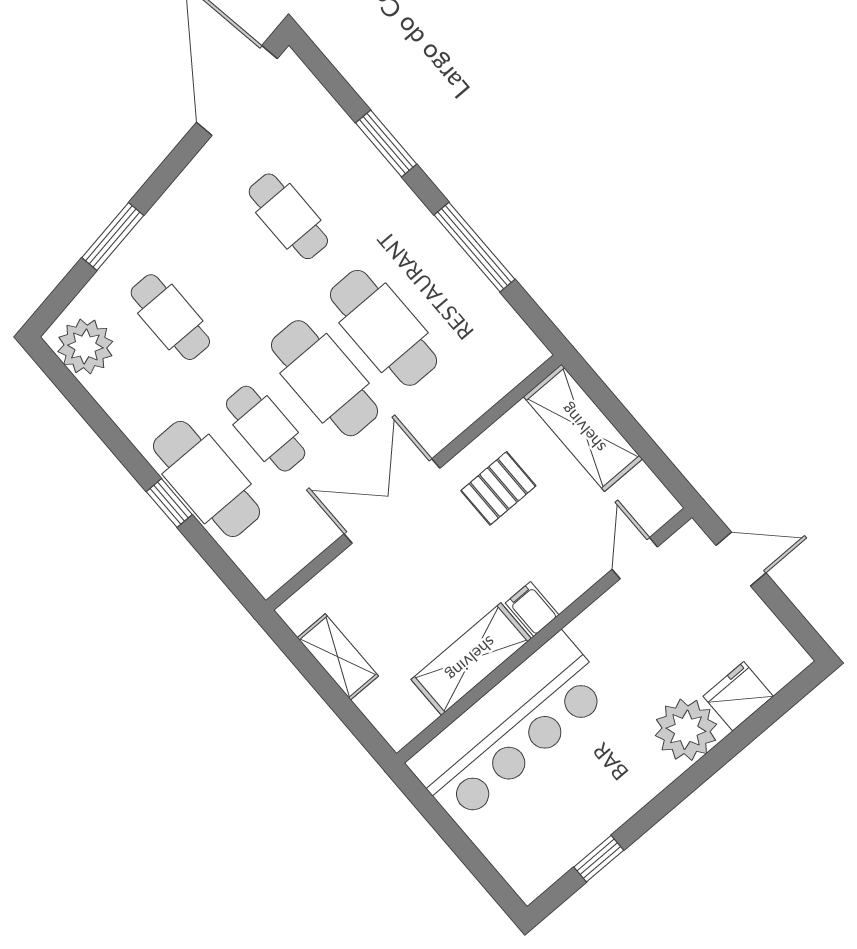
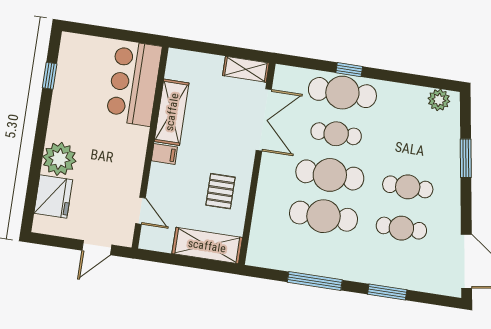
cafe table: (170, 317) -> (408, 187), moved
plant: (85, 346) -> (439, 100), width x0.73, depth x0.73
double door: (392, 501) -> (264, 120), moved
shelving: (338, 657) -> (246, 69), moved
fridge: (738, 696) -> (53, 197), width x1.36, depth x1.34
bar counter: (510, 728) -> (134, 83), width x0.73

